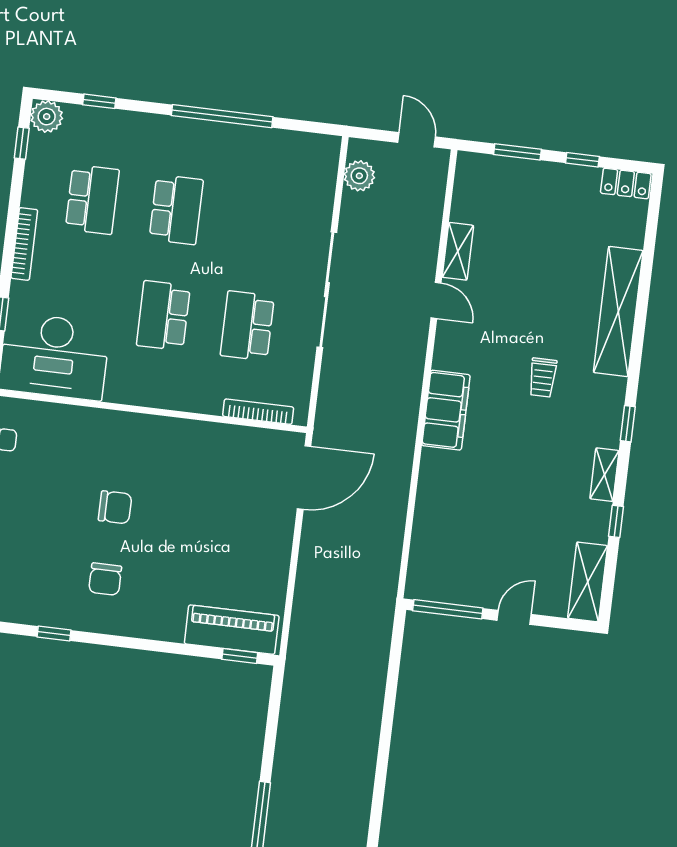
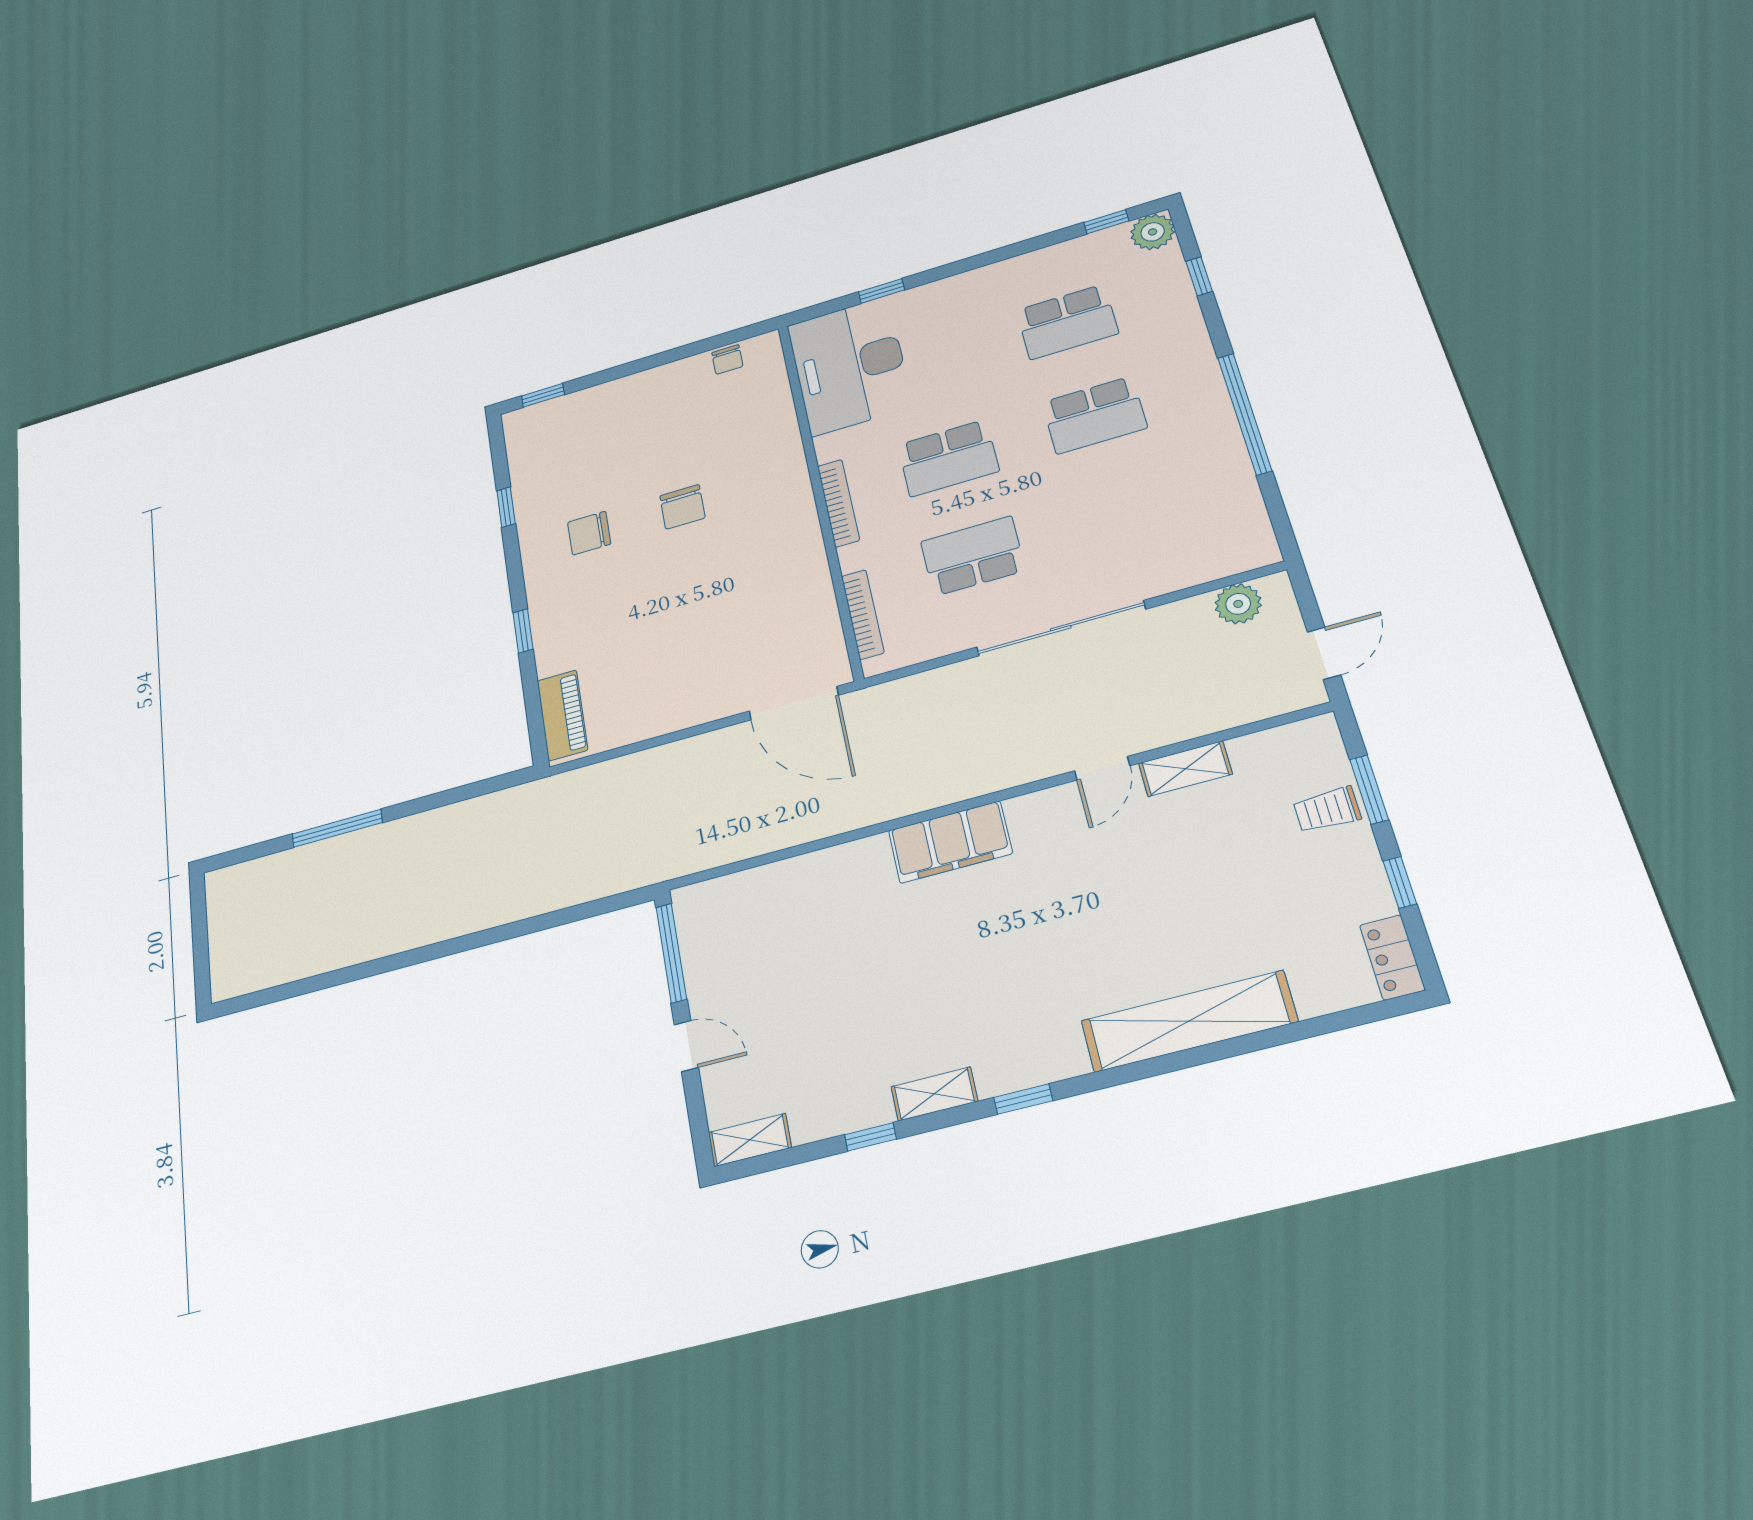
bookcase: (24, 244) -> (838, 503), moved, turned -90
school desk: (163, 316) -> (948, 458), turned 180
trolley: (543, 378) -> (1327, 810), moved
shelving: (588, 582) -> (750, 1140), width x0.67, depth x0.75
piano: (232, 630) -> (562, 715), width x0.73, depth x0.75
window: (240, 656) -> (523, 631), moved

